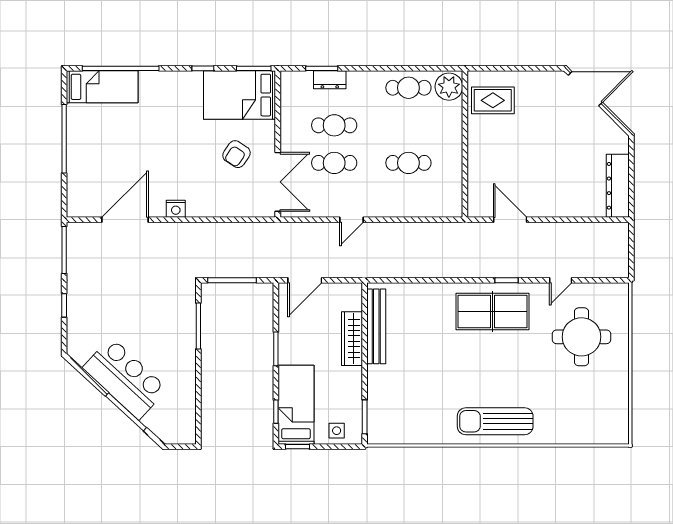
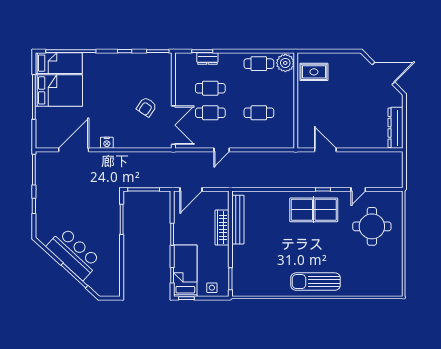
door: (585, 89) -> (383, 73), moved
bed: (240, 95) -> (59, 90), moved, turned 180

